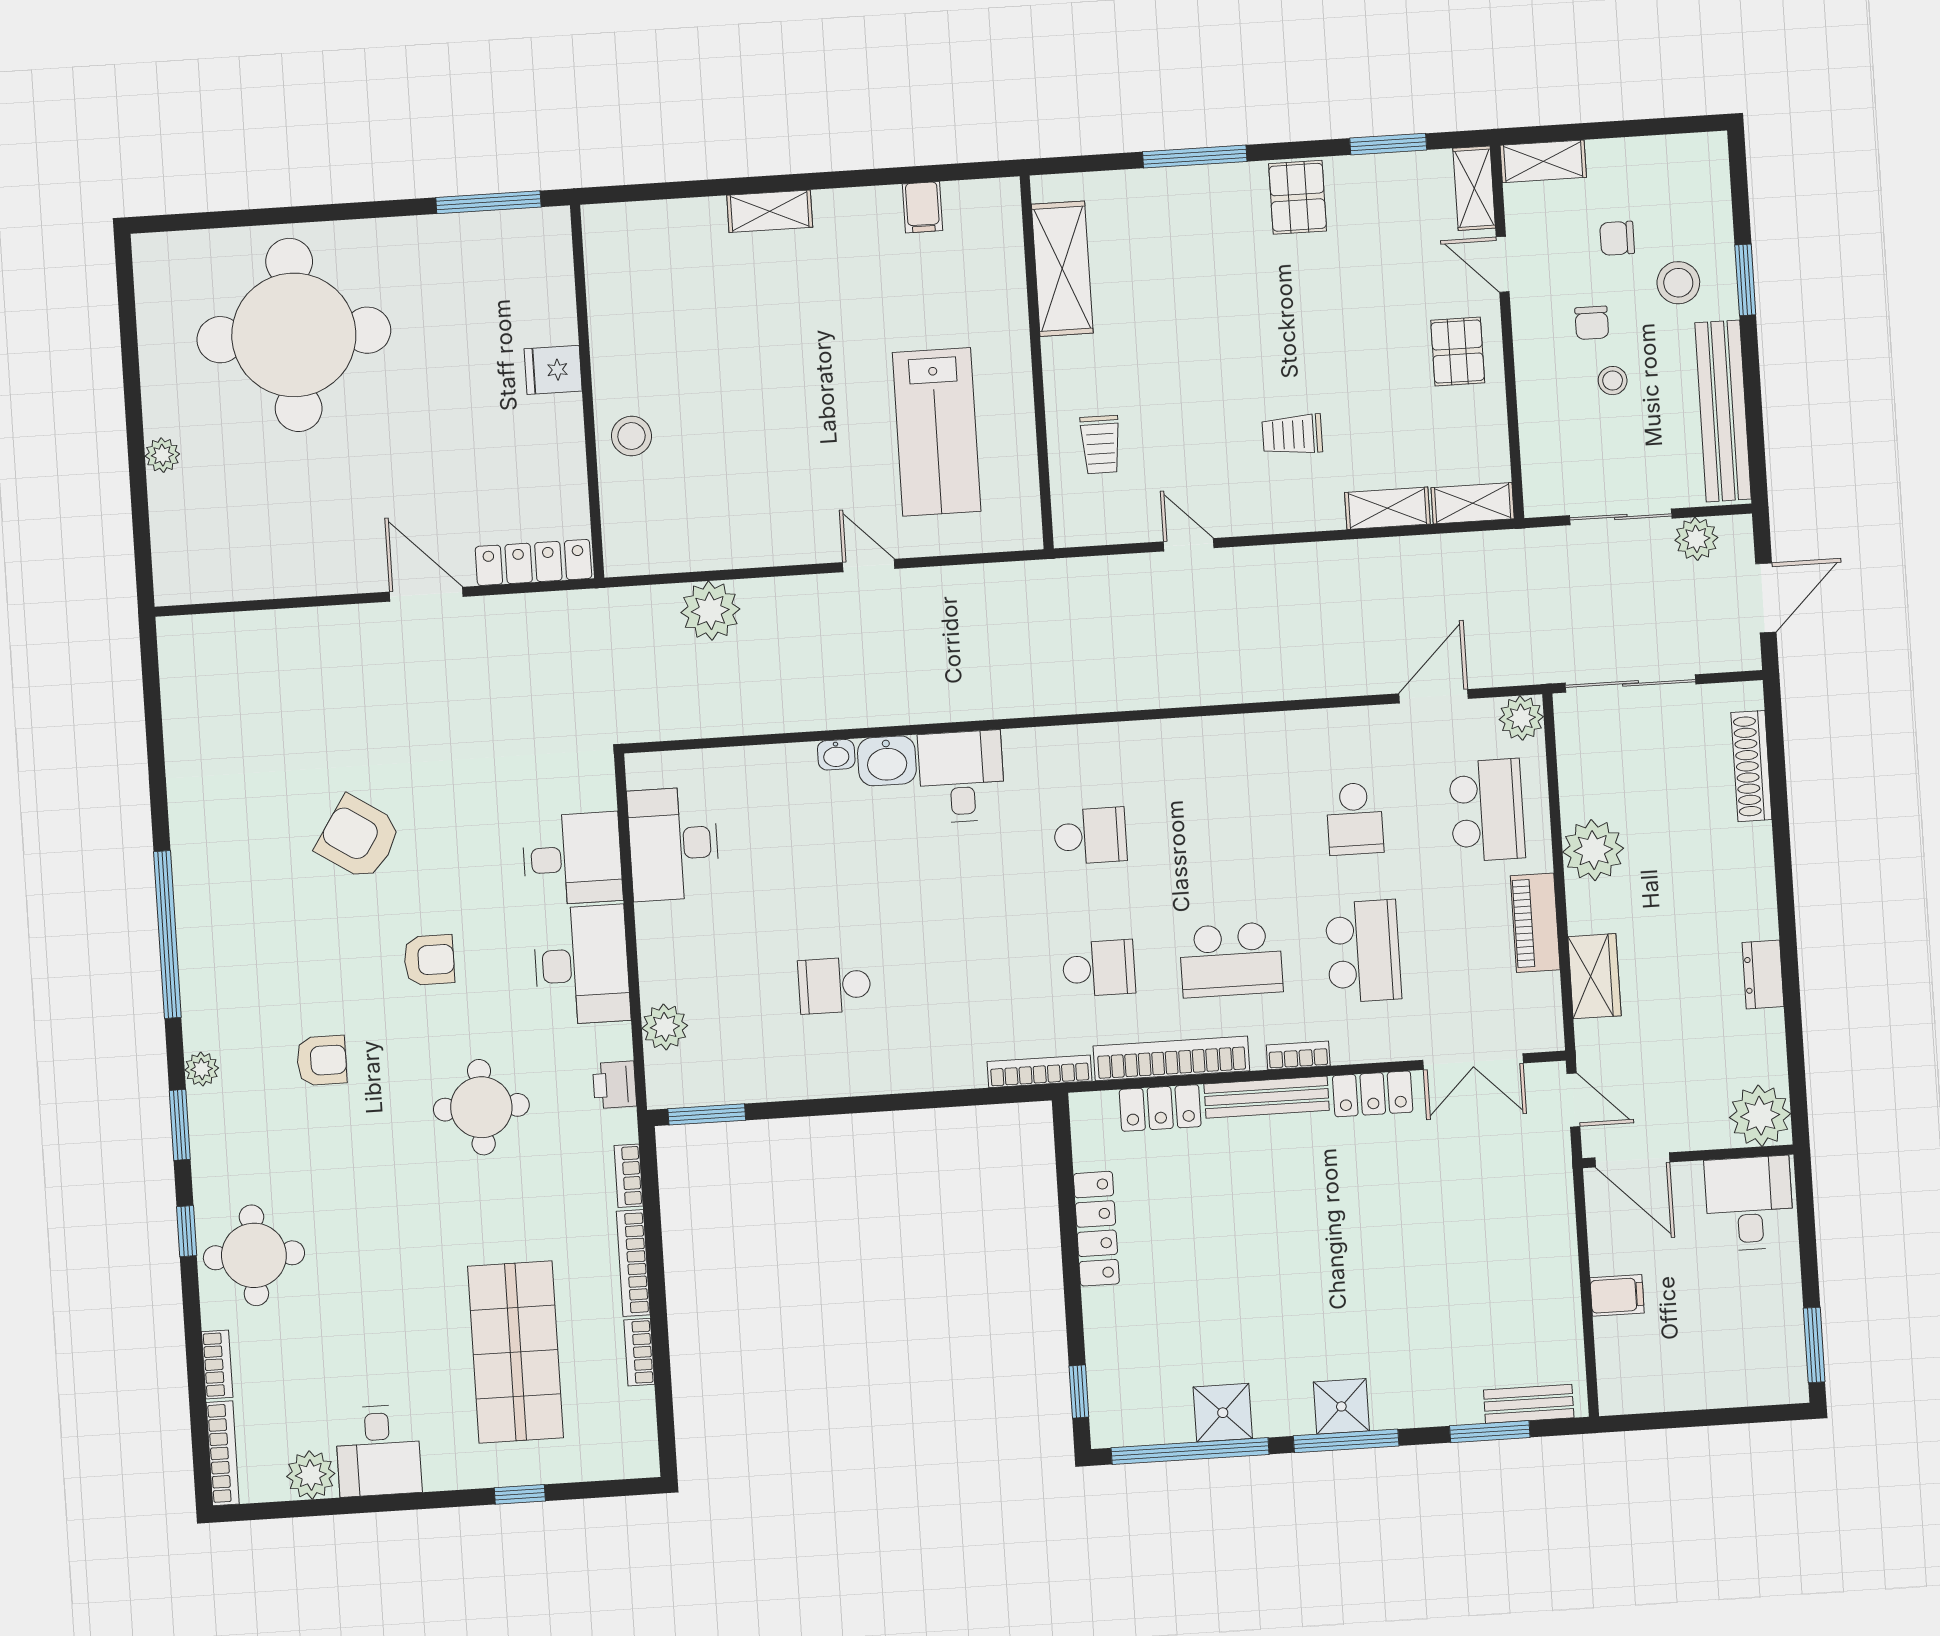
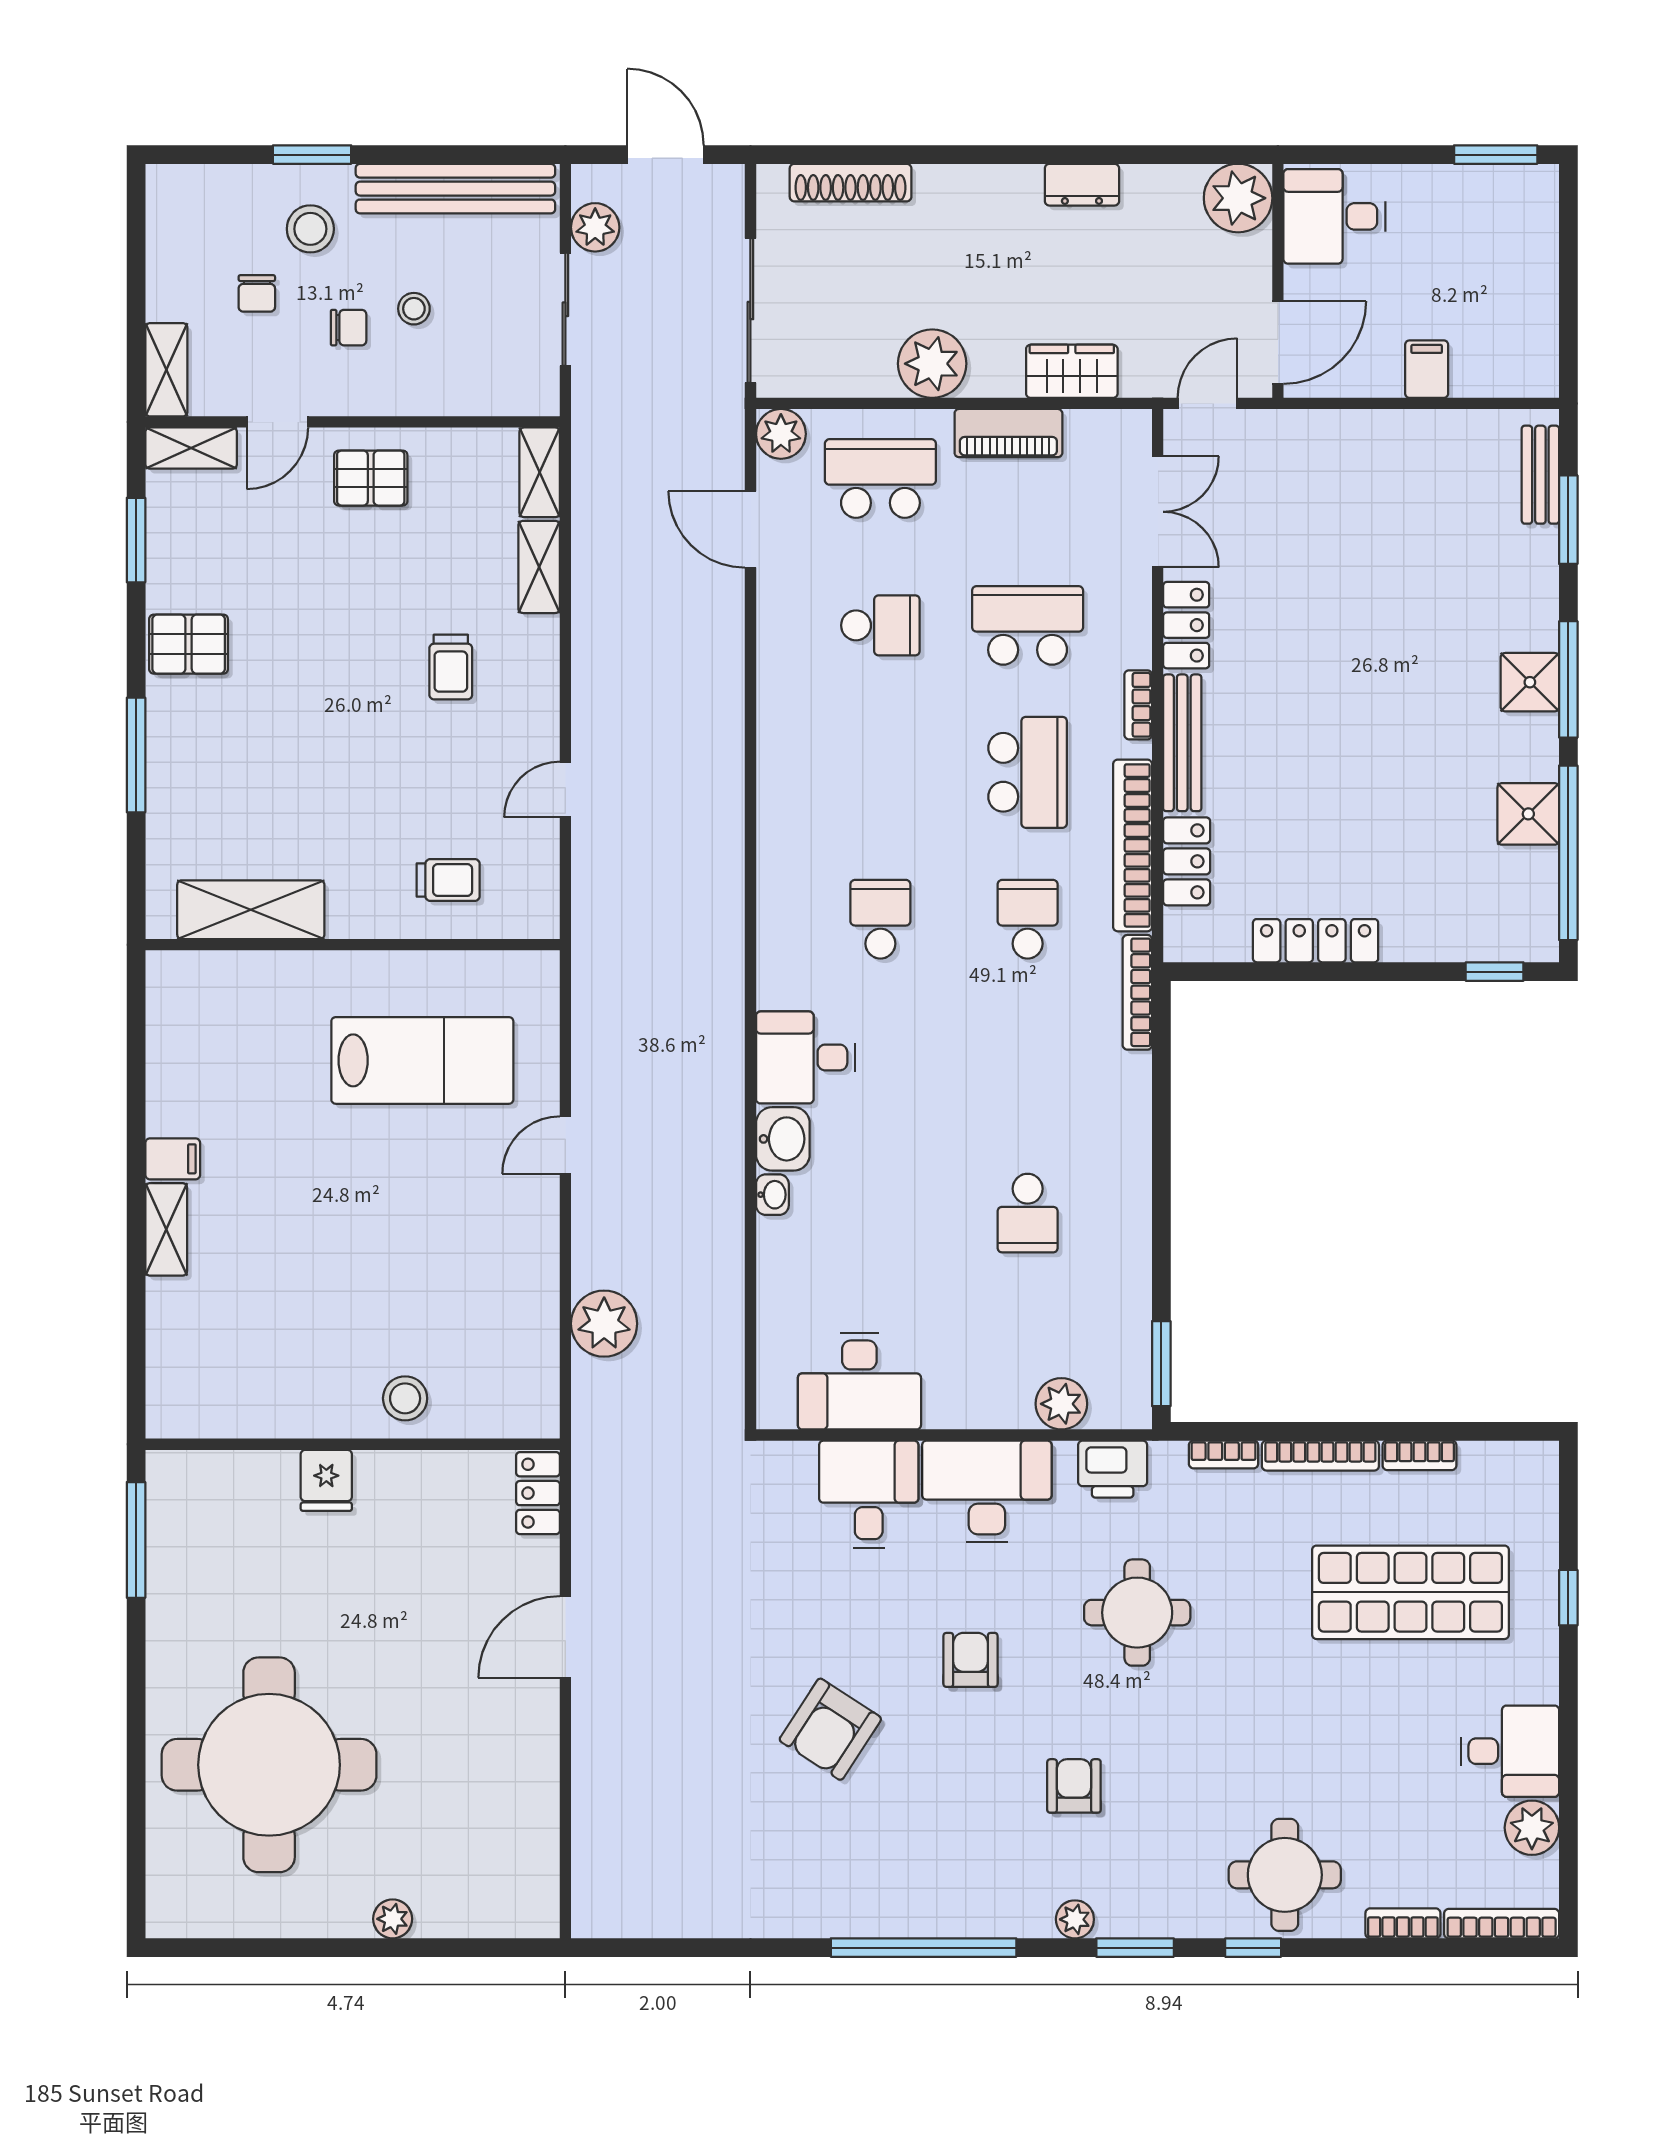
filing cabinet: (922, 207) -> (173, 1159), moved
locker: (533, 562) -> (538, 1493), width x0.66
printer: (615, 1085) -> (1113, 1469), width x1.36, depth x1.24

